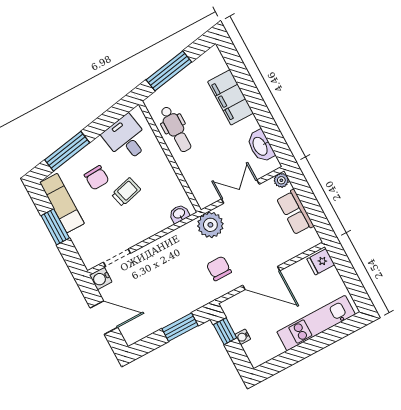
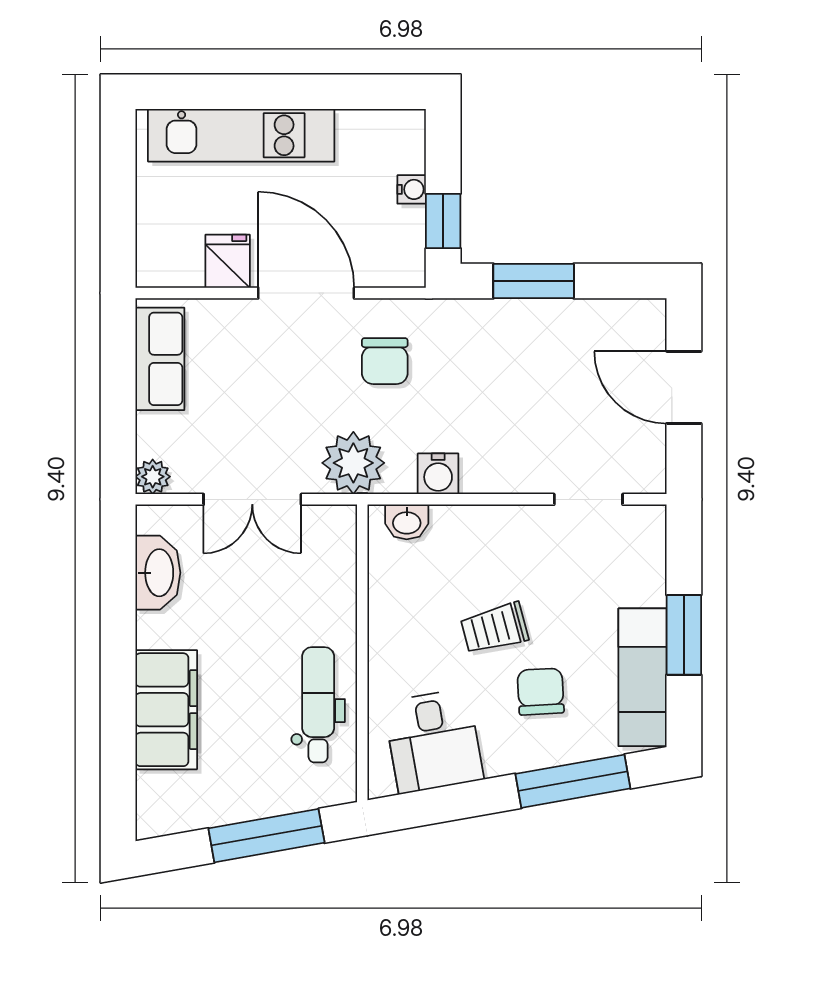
row of seats: (295, 212) -> (160, 359), moved
fridge: (321, 262) -> (228, 261), moved, turned -90
water cooler: (101, 279) -> (438, 474), moved, turned 90

